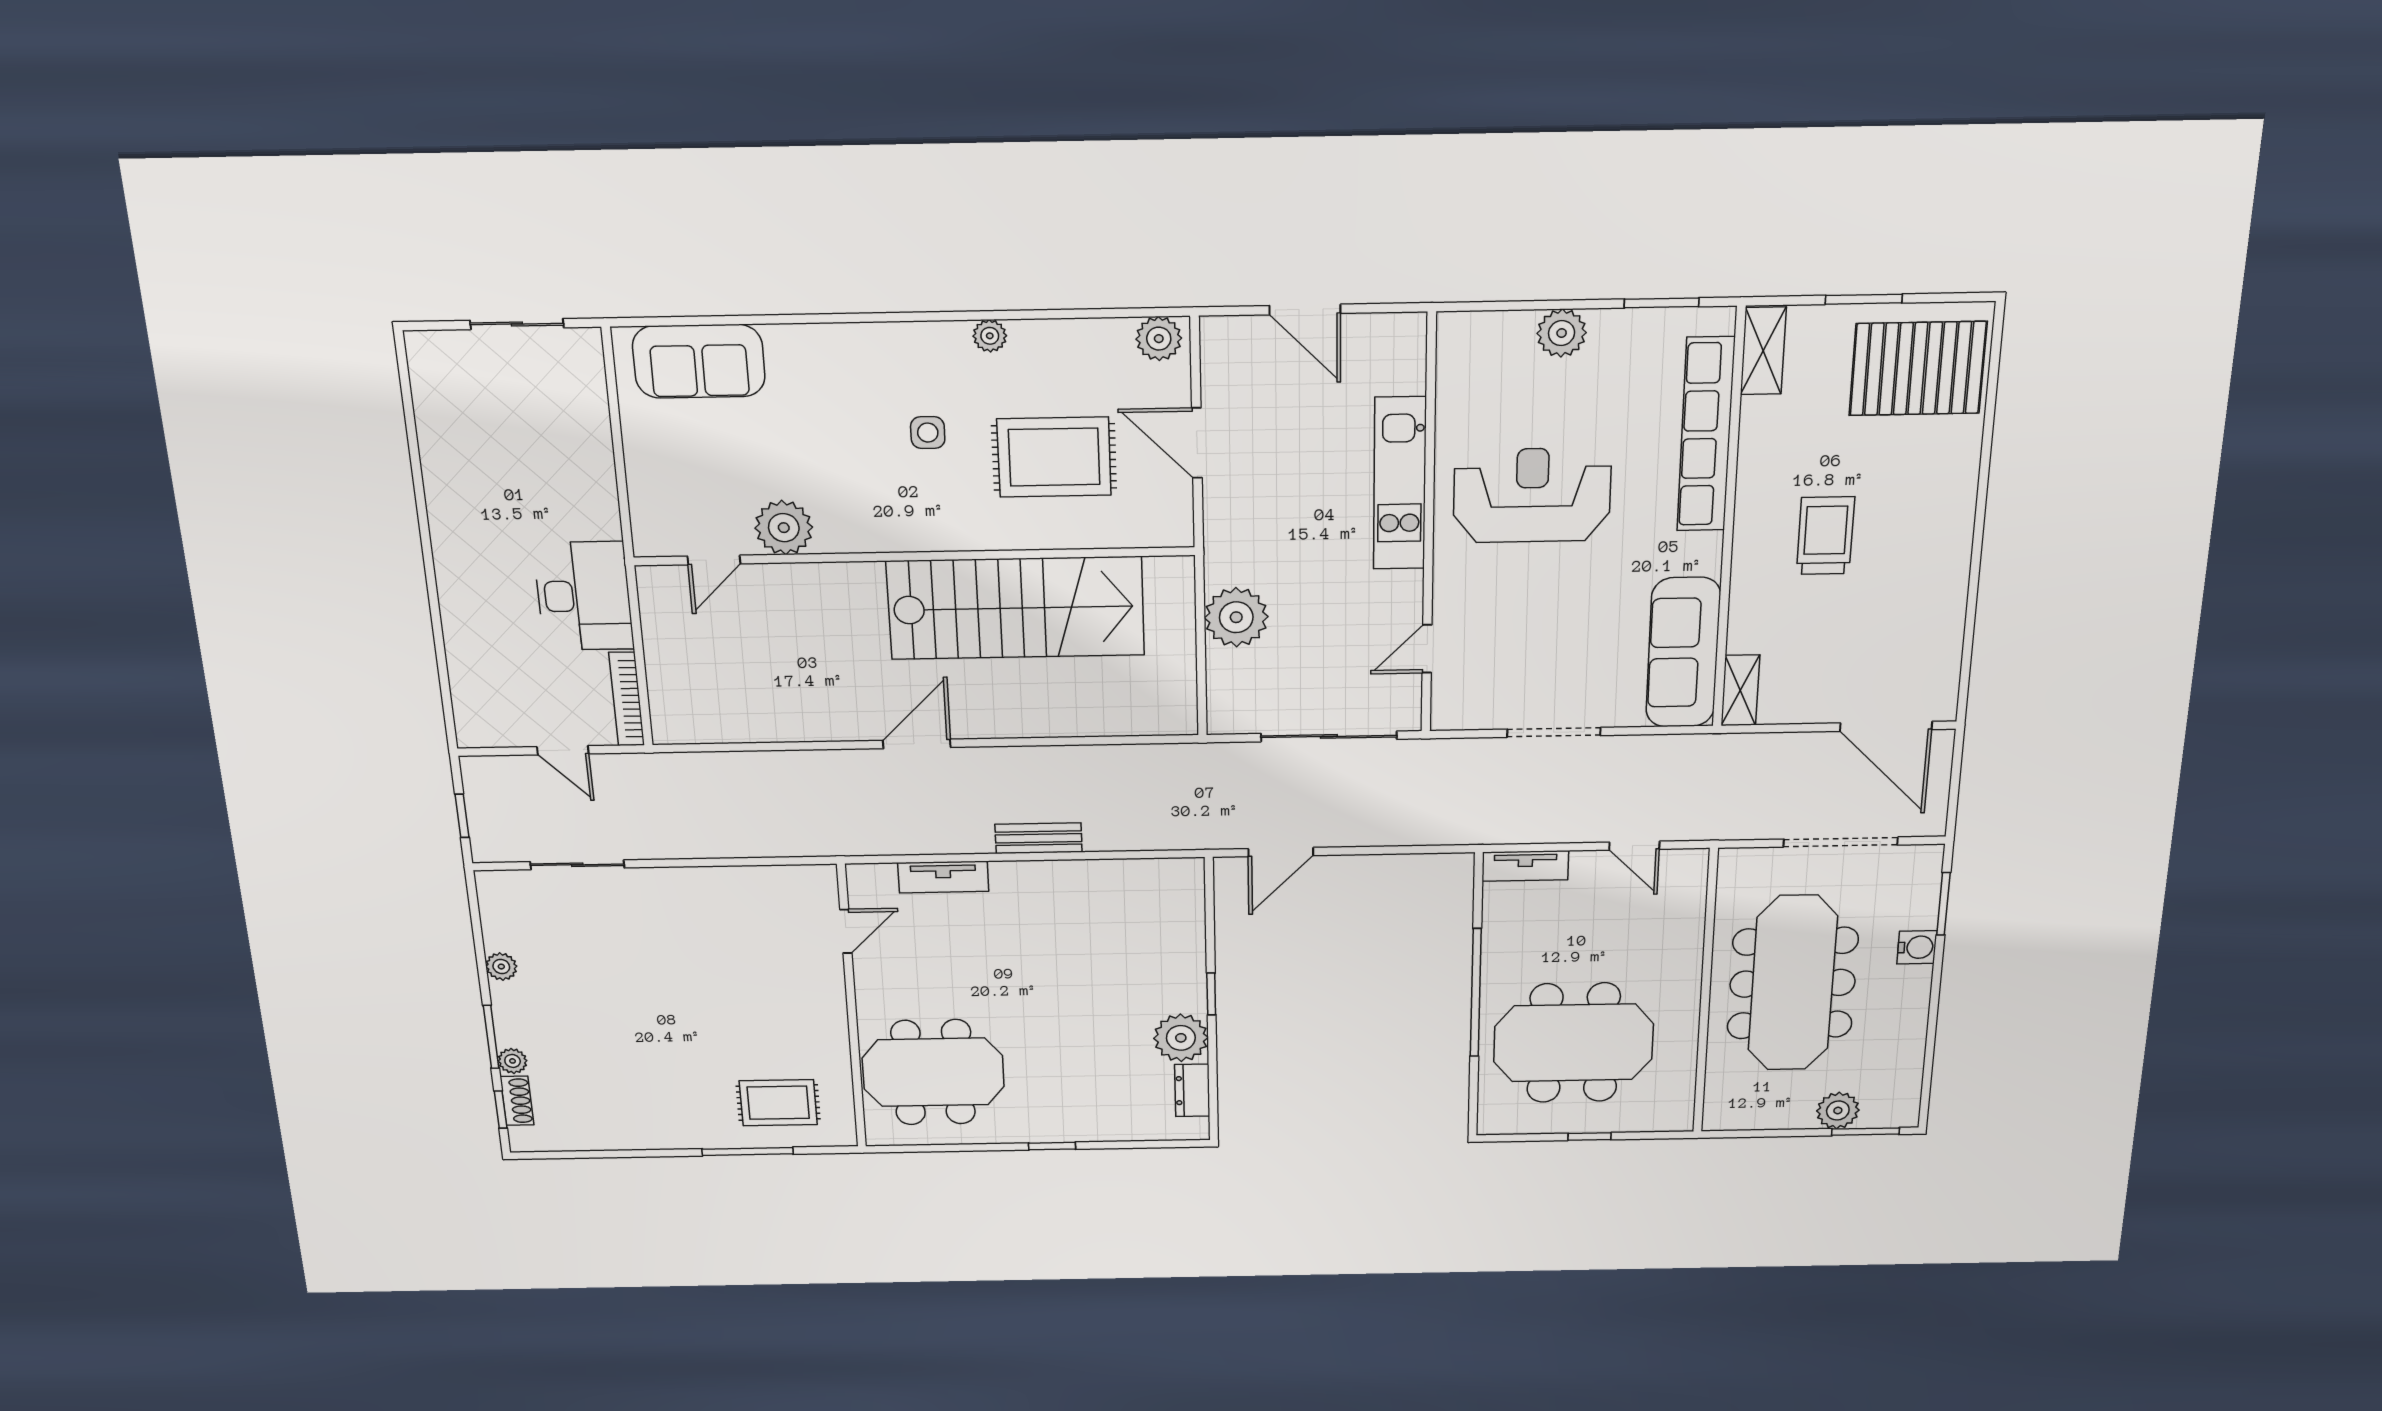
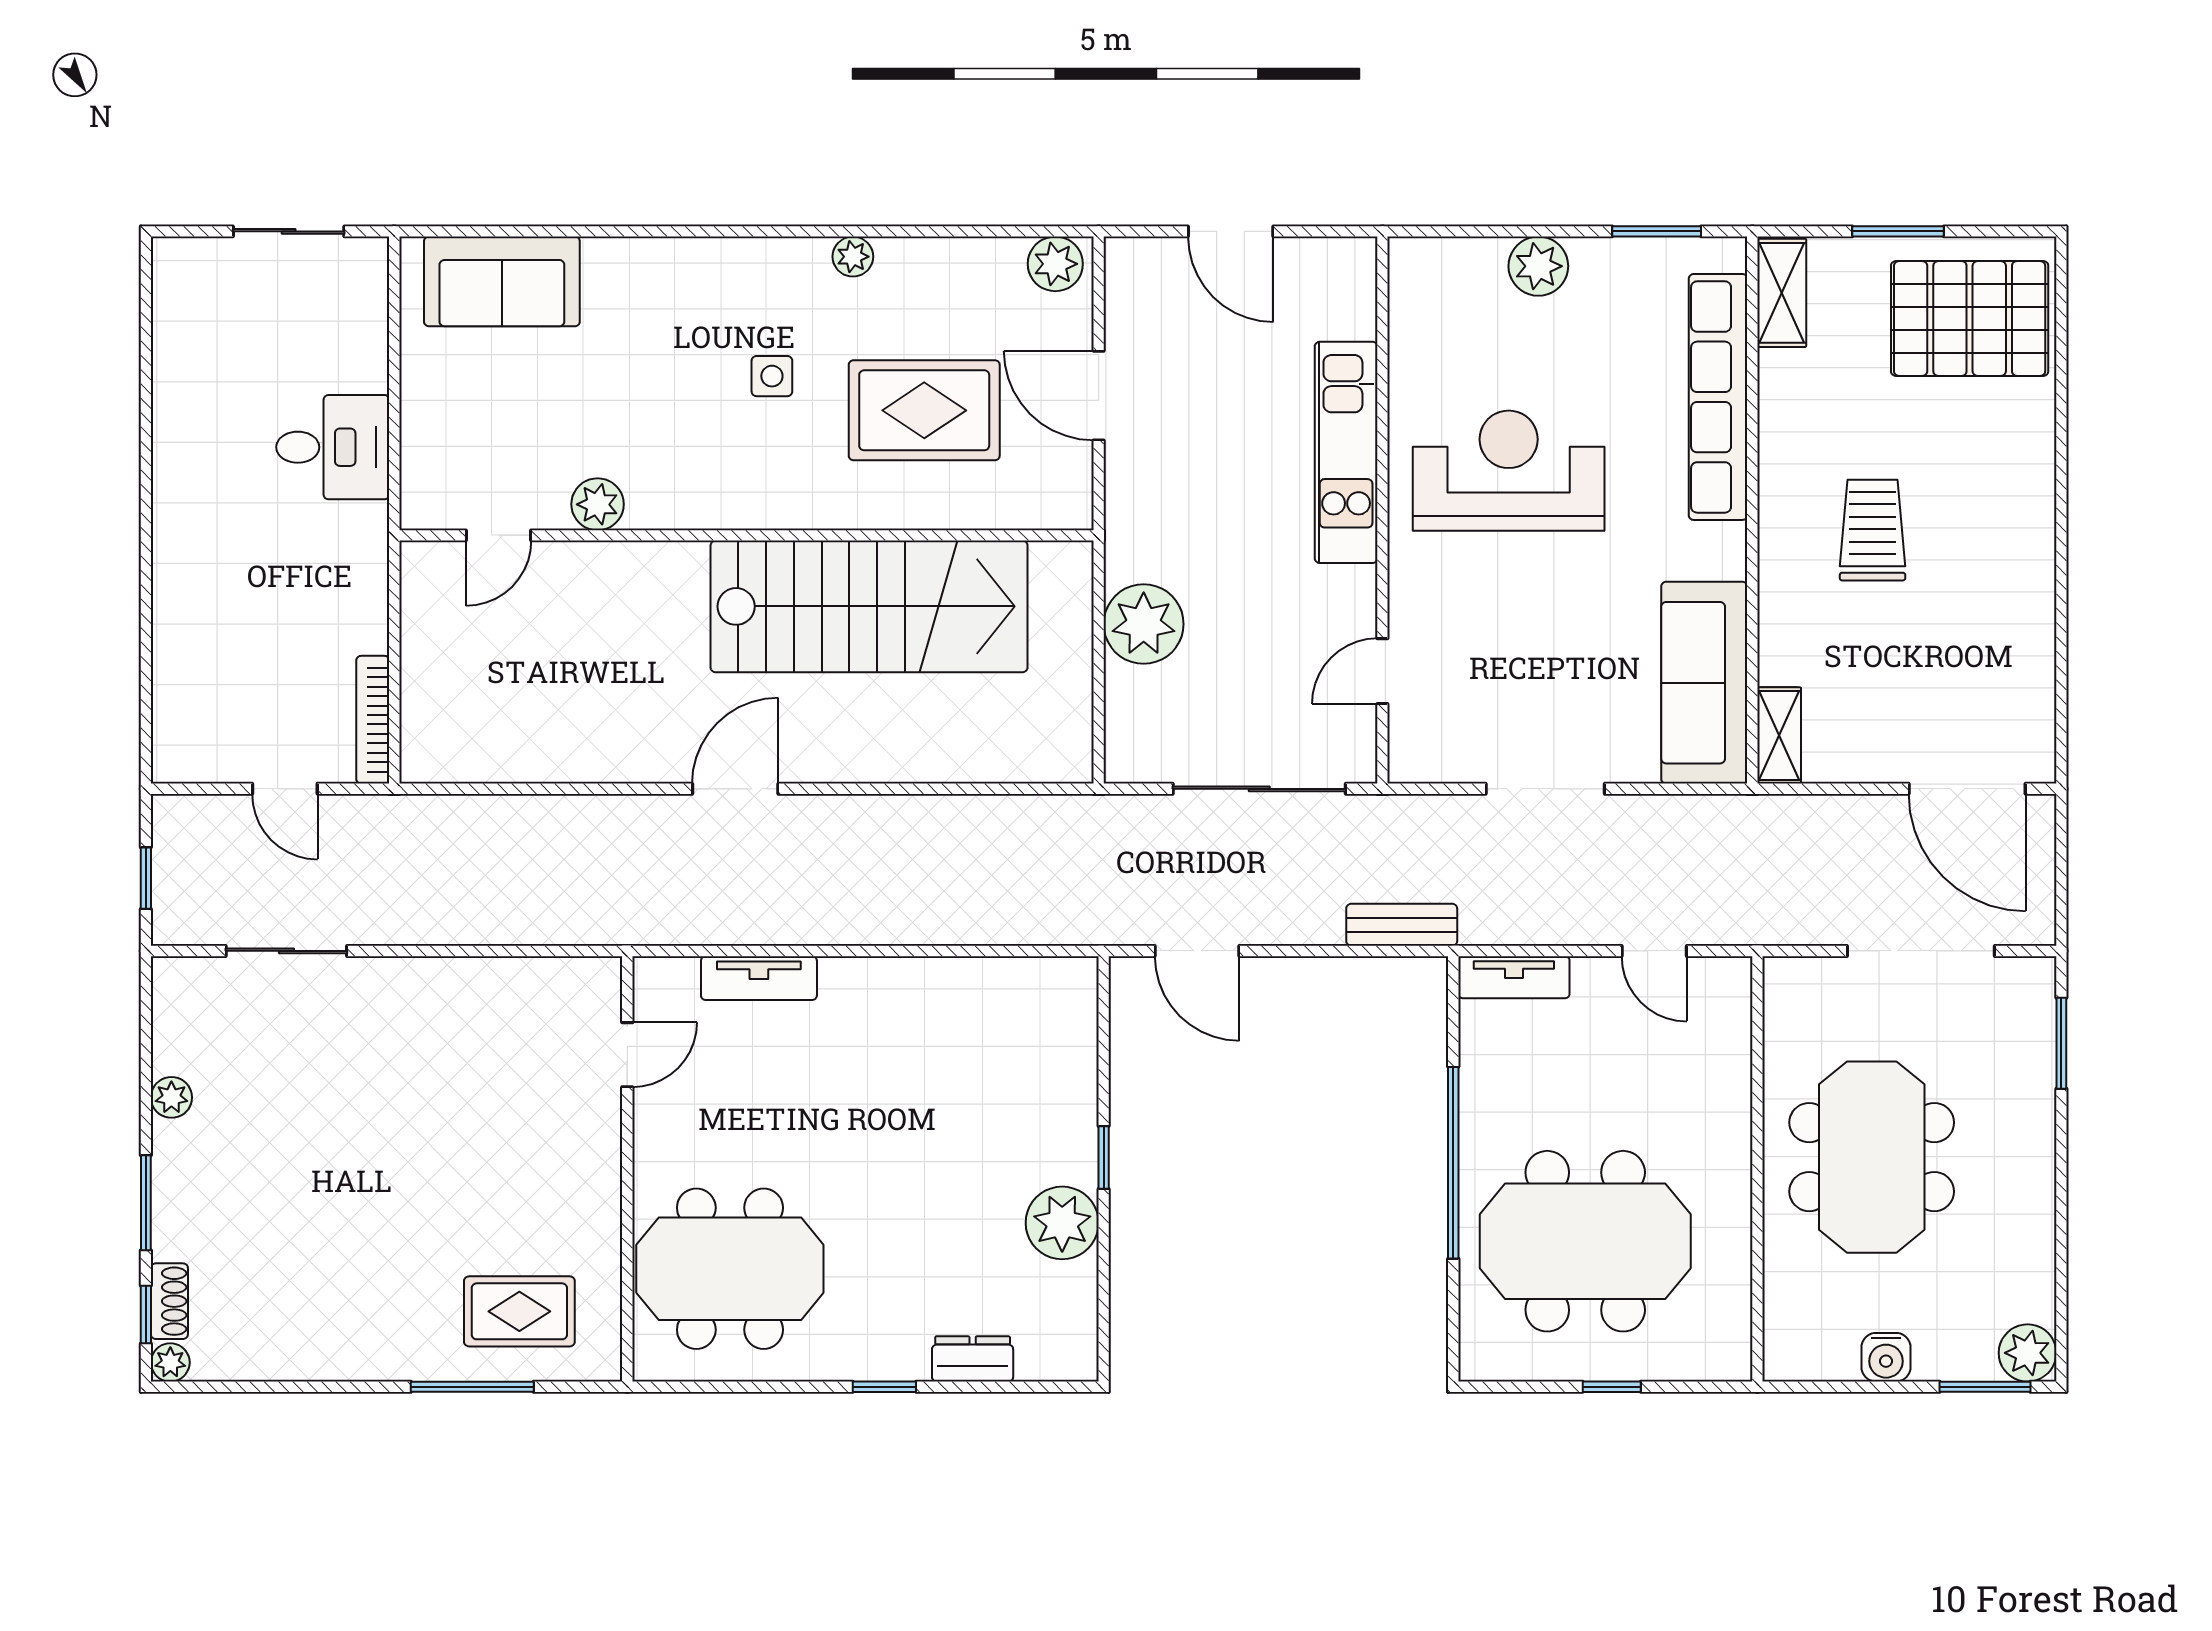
plant: (784, 528) -> (598, 504), width x0.73, depth x0.73
desk: (584, 596) -> (333, 447), moved, width x0.73
bench: (1039, 838) -> (1402, 925), moved
door: (1281, 852) -> (1197, 951), hinge flipped
water cooler: (1917, 947) -> (1886, 1357), moved, turned 90
meeting table: (1793, 983) -> (1872, 1157), width x0.73
plant: (513, 1061) -> (170, 1362), moved
dresser: (1192, 1090) -> (973, 1359), moved, turned 90
plant: (1838, 1110) -> (2028, 1353), moved

